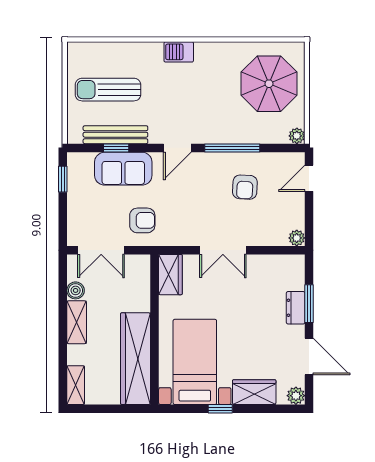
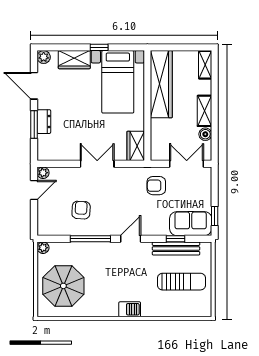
sofa: (123, 169) -> (191, 224), moved
door: (309, 178) -> (34, 190), moved

